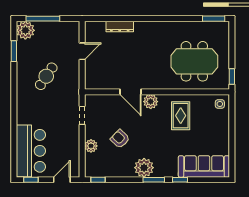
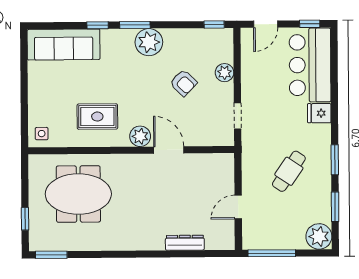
window: (43, 19) -> (272, 253), moved
window: (232, 76) -> (25, 219), moved
window: (14, 84) -> (335, 160), added
rug: (181, 116) -> (97, 117), turned 90
fridge: (25, 117) -> (319, 113), added

